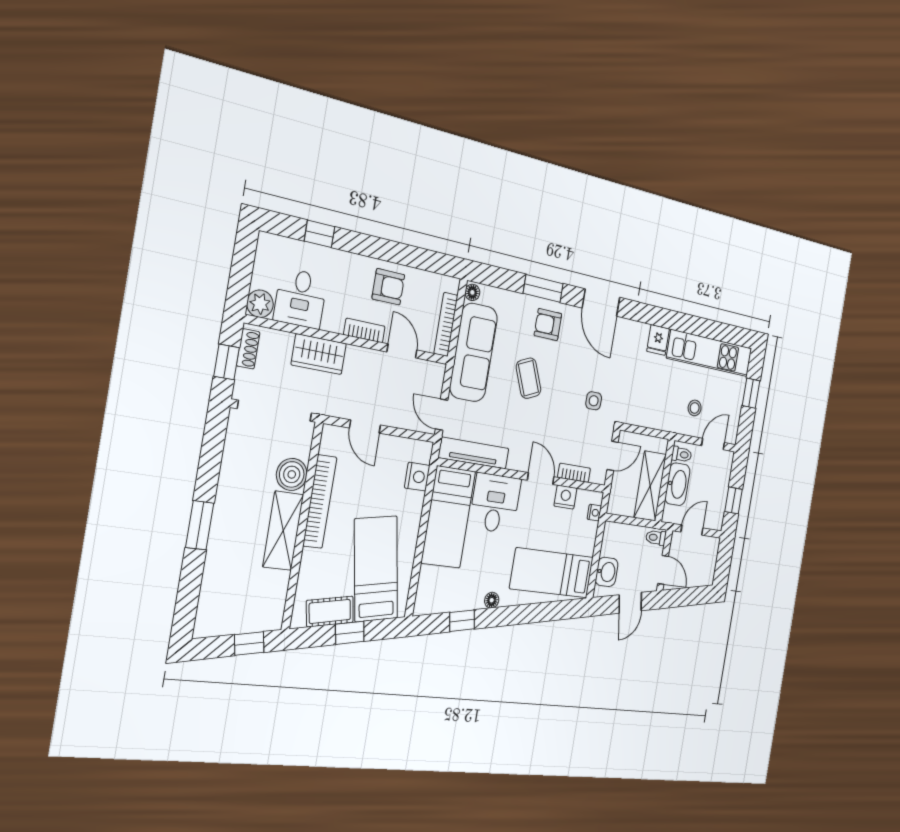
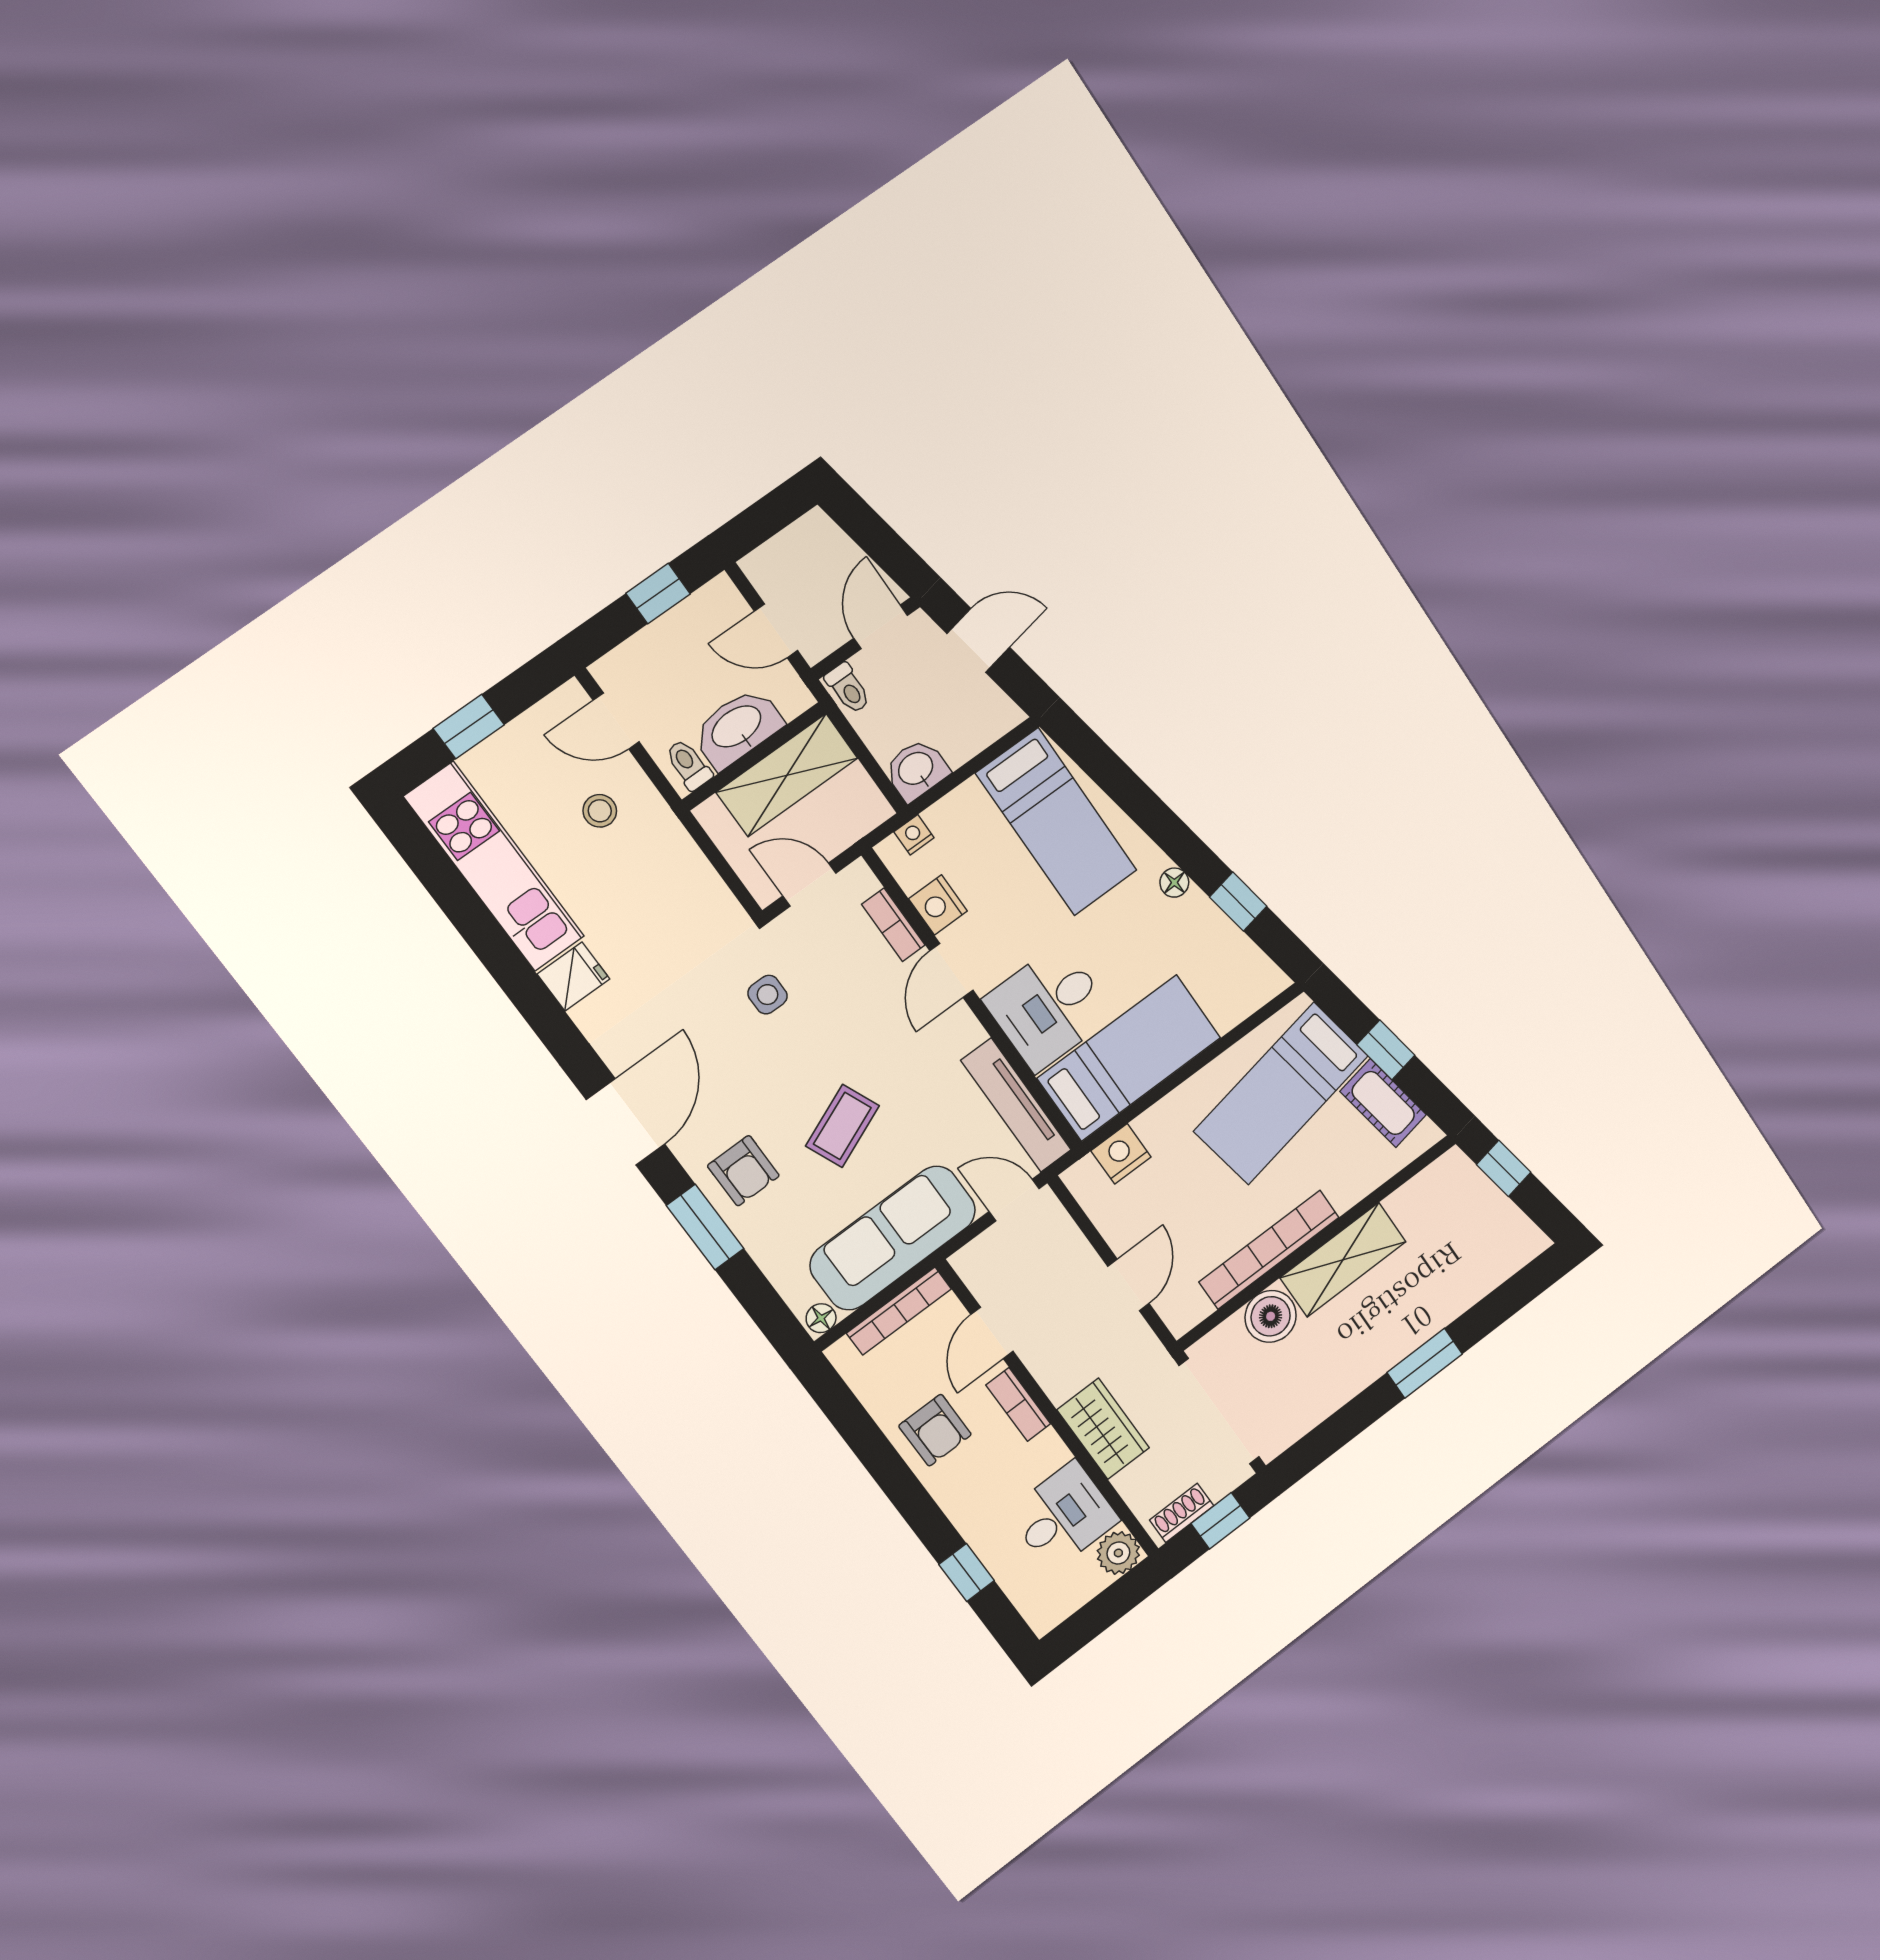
armchair: (388, 287) -> (935, 1430), turned 180
door: (442, 415) -> (1014, 1200), swing flipped
washbasin: (607, 572) -> (916, 770), moved

